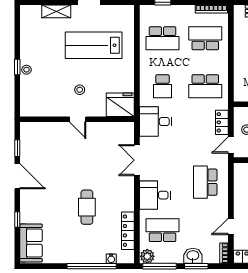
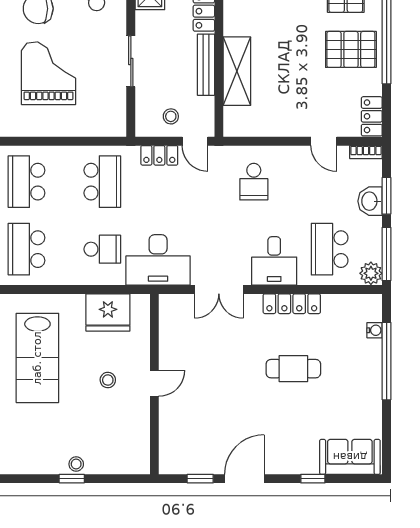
school desk: (162, 38) -> (26, 249), turned 180
fridge: (120, 105) -> (108, 312), moved, turned -90
desk: (156, 122) -> (158, 260), width x1.37
school desk: (205, 182) -> (254, 182), width x0.54
locker: (128, 231) -> (292, 304), moved

